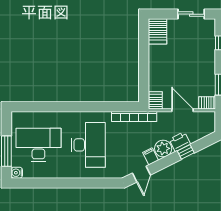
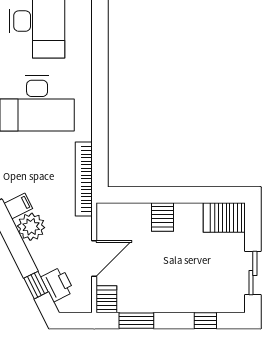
server rack: (155, 100) -> (163, 217), moved, turned 90
printer: (180, 142) -> (58, 284), moved
window: (186, 152) -> (36, 285), moved

